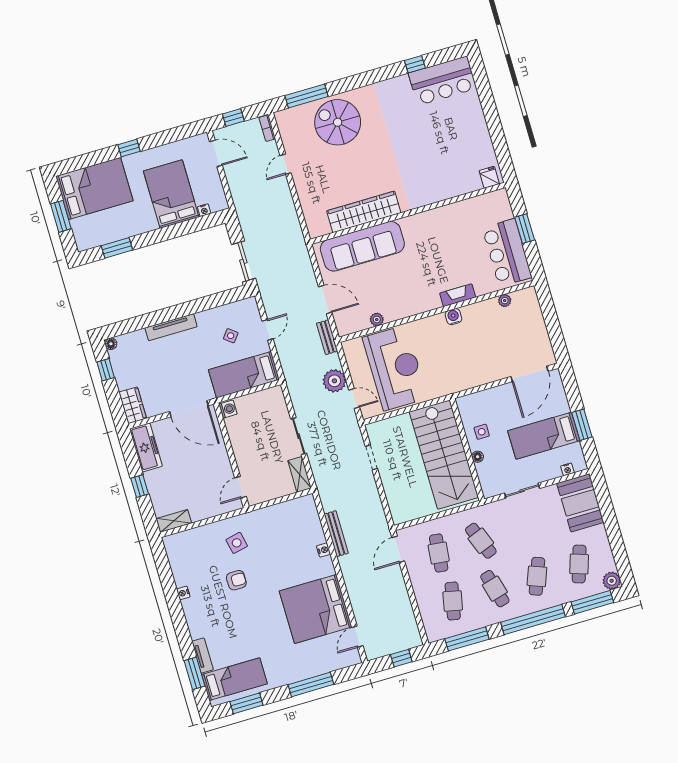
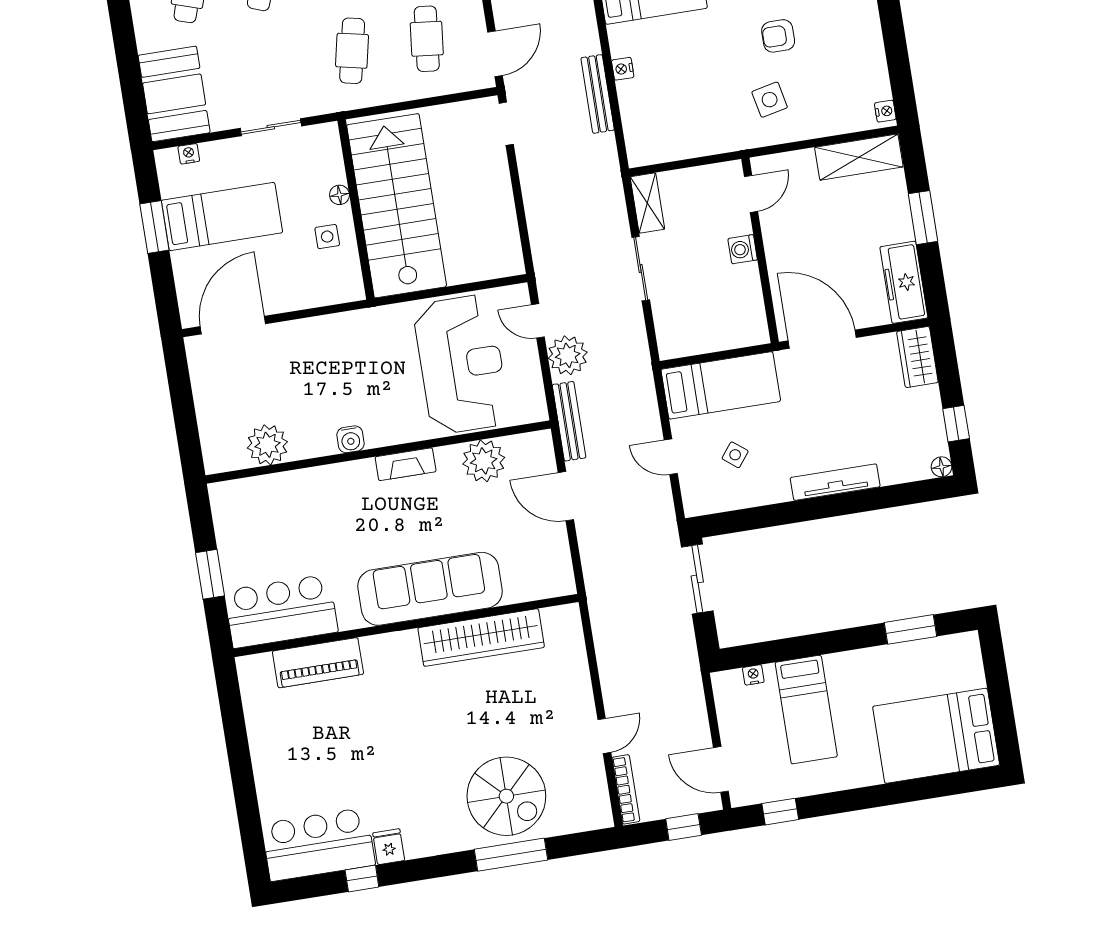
window: (306, 96) -> (511, 855), moved
bookcase: (267, 128) -> (626, 789), width x1.56
window: (129, 148) -> (780, 812), moved
fridge: (489, 177) -> (389, 847), moved, turned 180
piano: (456, 185) -> (318, 663), added
bed: (171, 194) -> (806, 710), width x0.67
window: (61, 216) -> (1000, 695), removed
sofa: (362, 246) -> (430, 589), moved
bar counter: (507, 253) -> (281, 611), moved, turned -90
fireplace: (458, 295) -> (406, 464), moved
plant: (505, 301) -> (267, 445), width x1.88, depth x1.88
plant: (377, 319) -> (484, 461), width x1.87, depth x1.87
door: (268, 330) -> (671, 457), hinge flipped
bench: (327, 337) -> (569, 421), width x1.36
reception desk: (395, 368) -> (461, 364), turned 180
washing machine: (228, 409) -> (743, 249), moved
doorway: (371, 457) -> (506, 124), moved
window: (140, 486) -> (923, 218), width x1.50
shelving: (174, 521) -> (859, 157), width x1.50, depth x1.33
cafe table: (481, 541) -> (352, 51), turned 33
nightstand: (183, 593) -> (885, 111), moved

